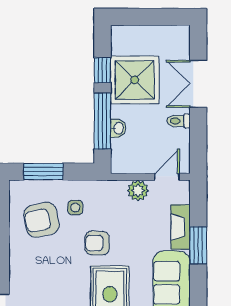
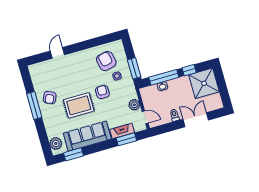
shower: (135, 80) -> (204, 83), moved
window: (43, 172) -> (134, 68), moved
window: (198, 245) -> (126, 139), moved

